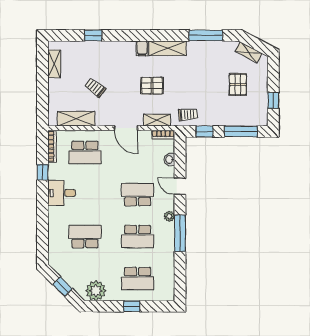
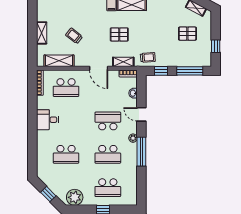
shelving: (54, 64) -> (42, 33), moved
pallet: (238, 85) -> (187, 34), turned 90
window: (43, 172) -> (32, 103), removed
school desk: (85, 237) -> (66, 154), turned 180

